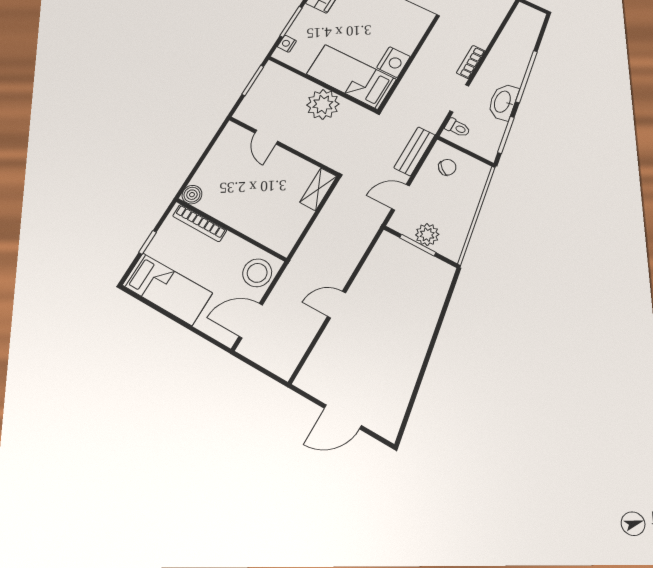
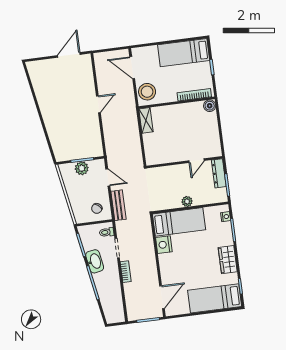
dresser: (251, 102) -> (219, 173), added
plant: (323, 104) -> (187, 201), width x0.53, depth x0.53
door: (266, 137) -> (197, 161), swing flipped
shelving: (318, 189) -> (146, 120), moved
door: (400, 197) -> (108, 177), hinge flipped
door: (251, 321) -> (132, 68), swing flipped
door: (343, 417) -> (69, 55), moved

